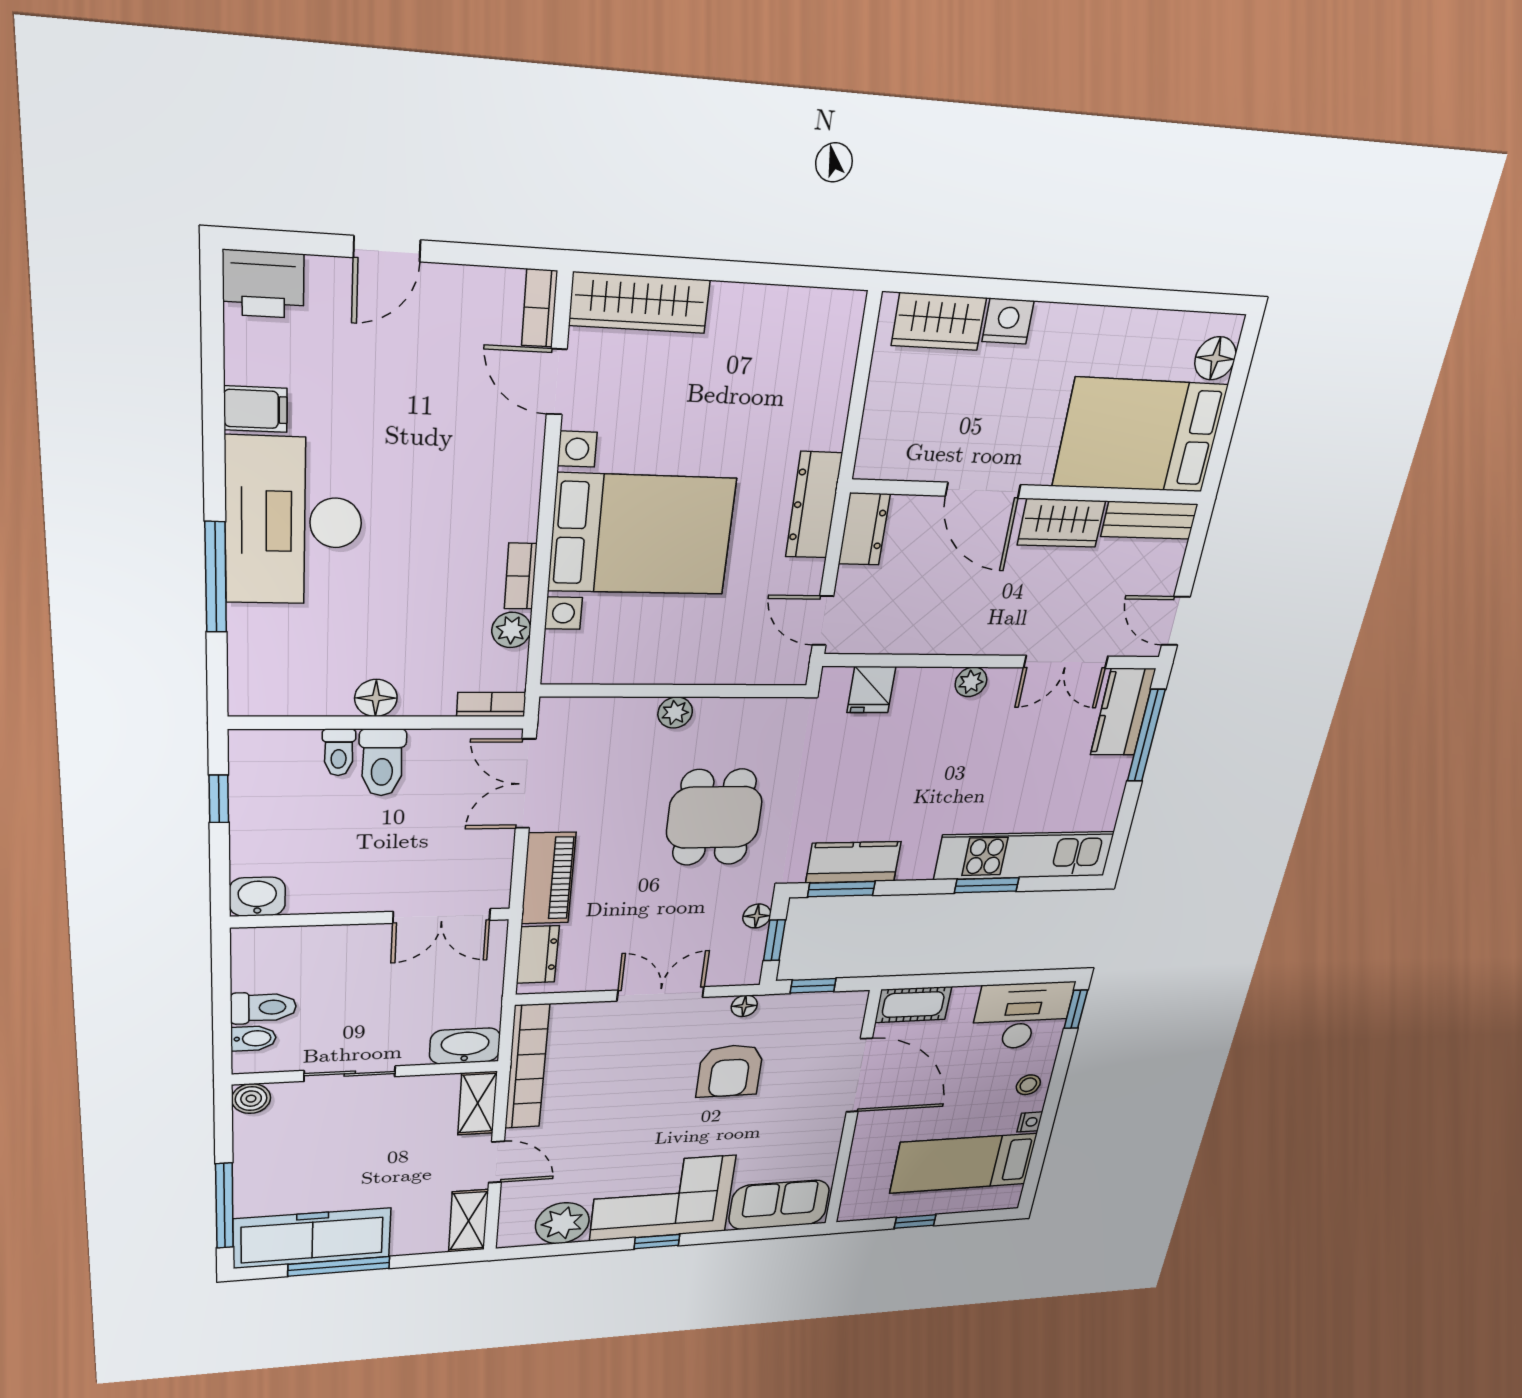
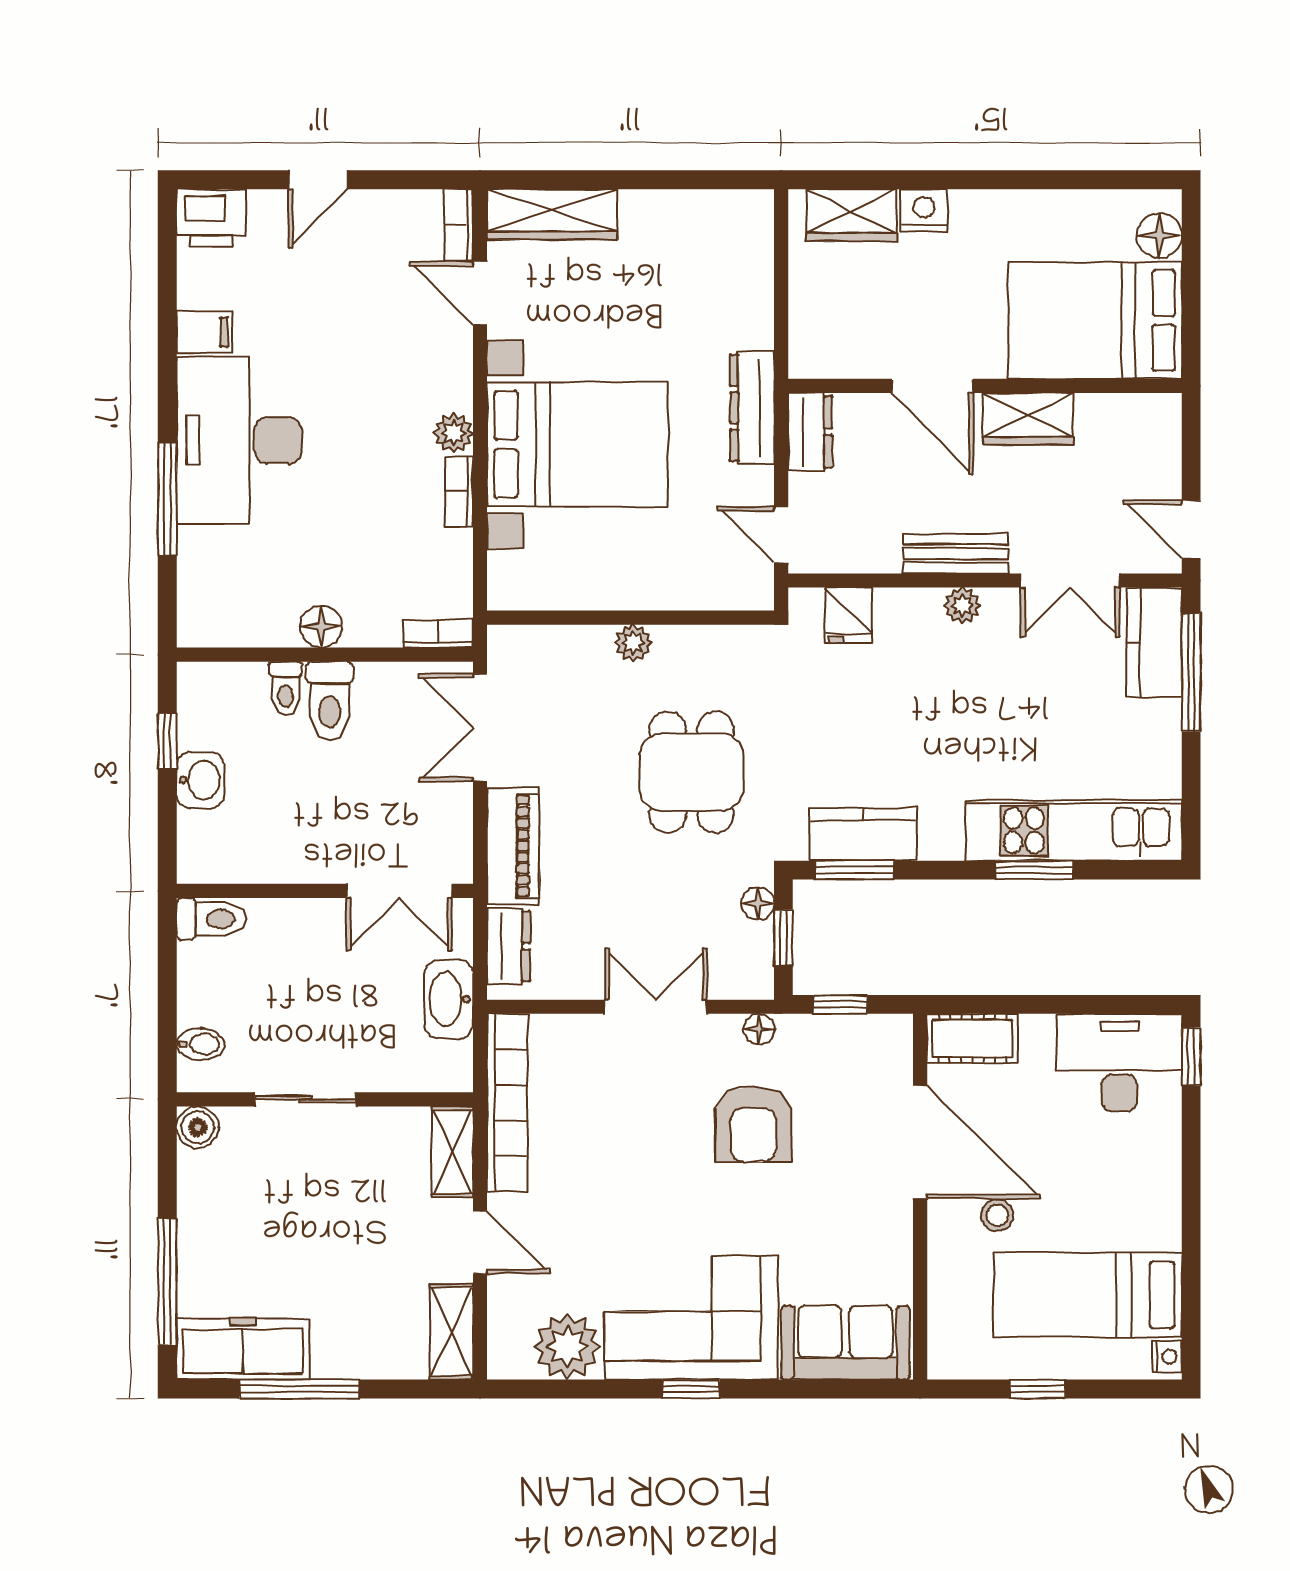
bench: (1149, 520) -> (956, 554), moved
plant: (511, 630) -> (453, 433), moved
washbasin: (257, 897) -> (201, 780), moved, turned 90
toilet: (263, 1008) -> (211, 919), moved
washbasin: (465, 1046) -> (449, 999), moved, turned -90
stool: (1028, 1085) -> (997, 1215), moved
nightstand: (1030, 1122) -> (1167, 1357), moved
freezer: (312, 1238) -> (243, 1349), width x0.73, depth x0.79

